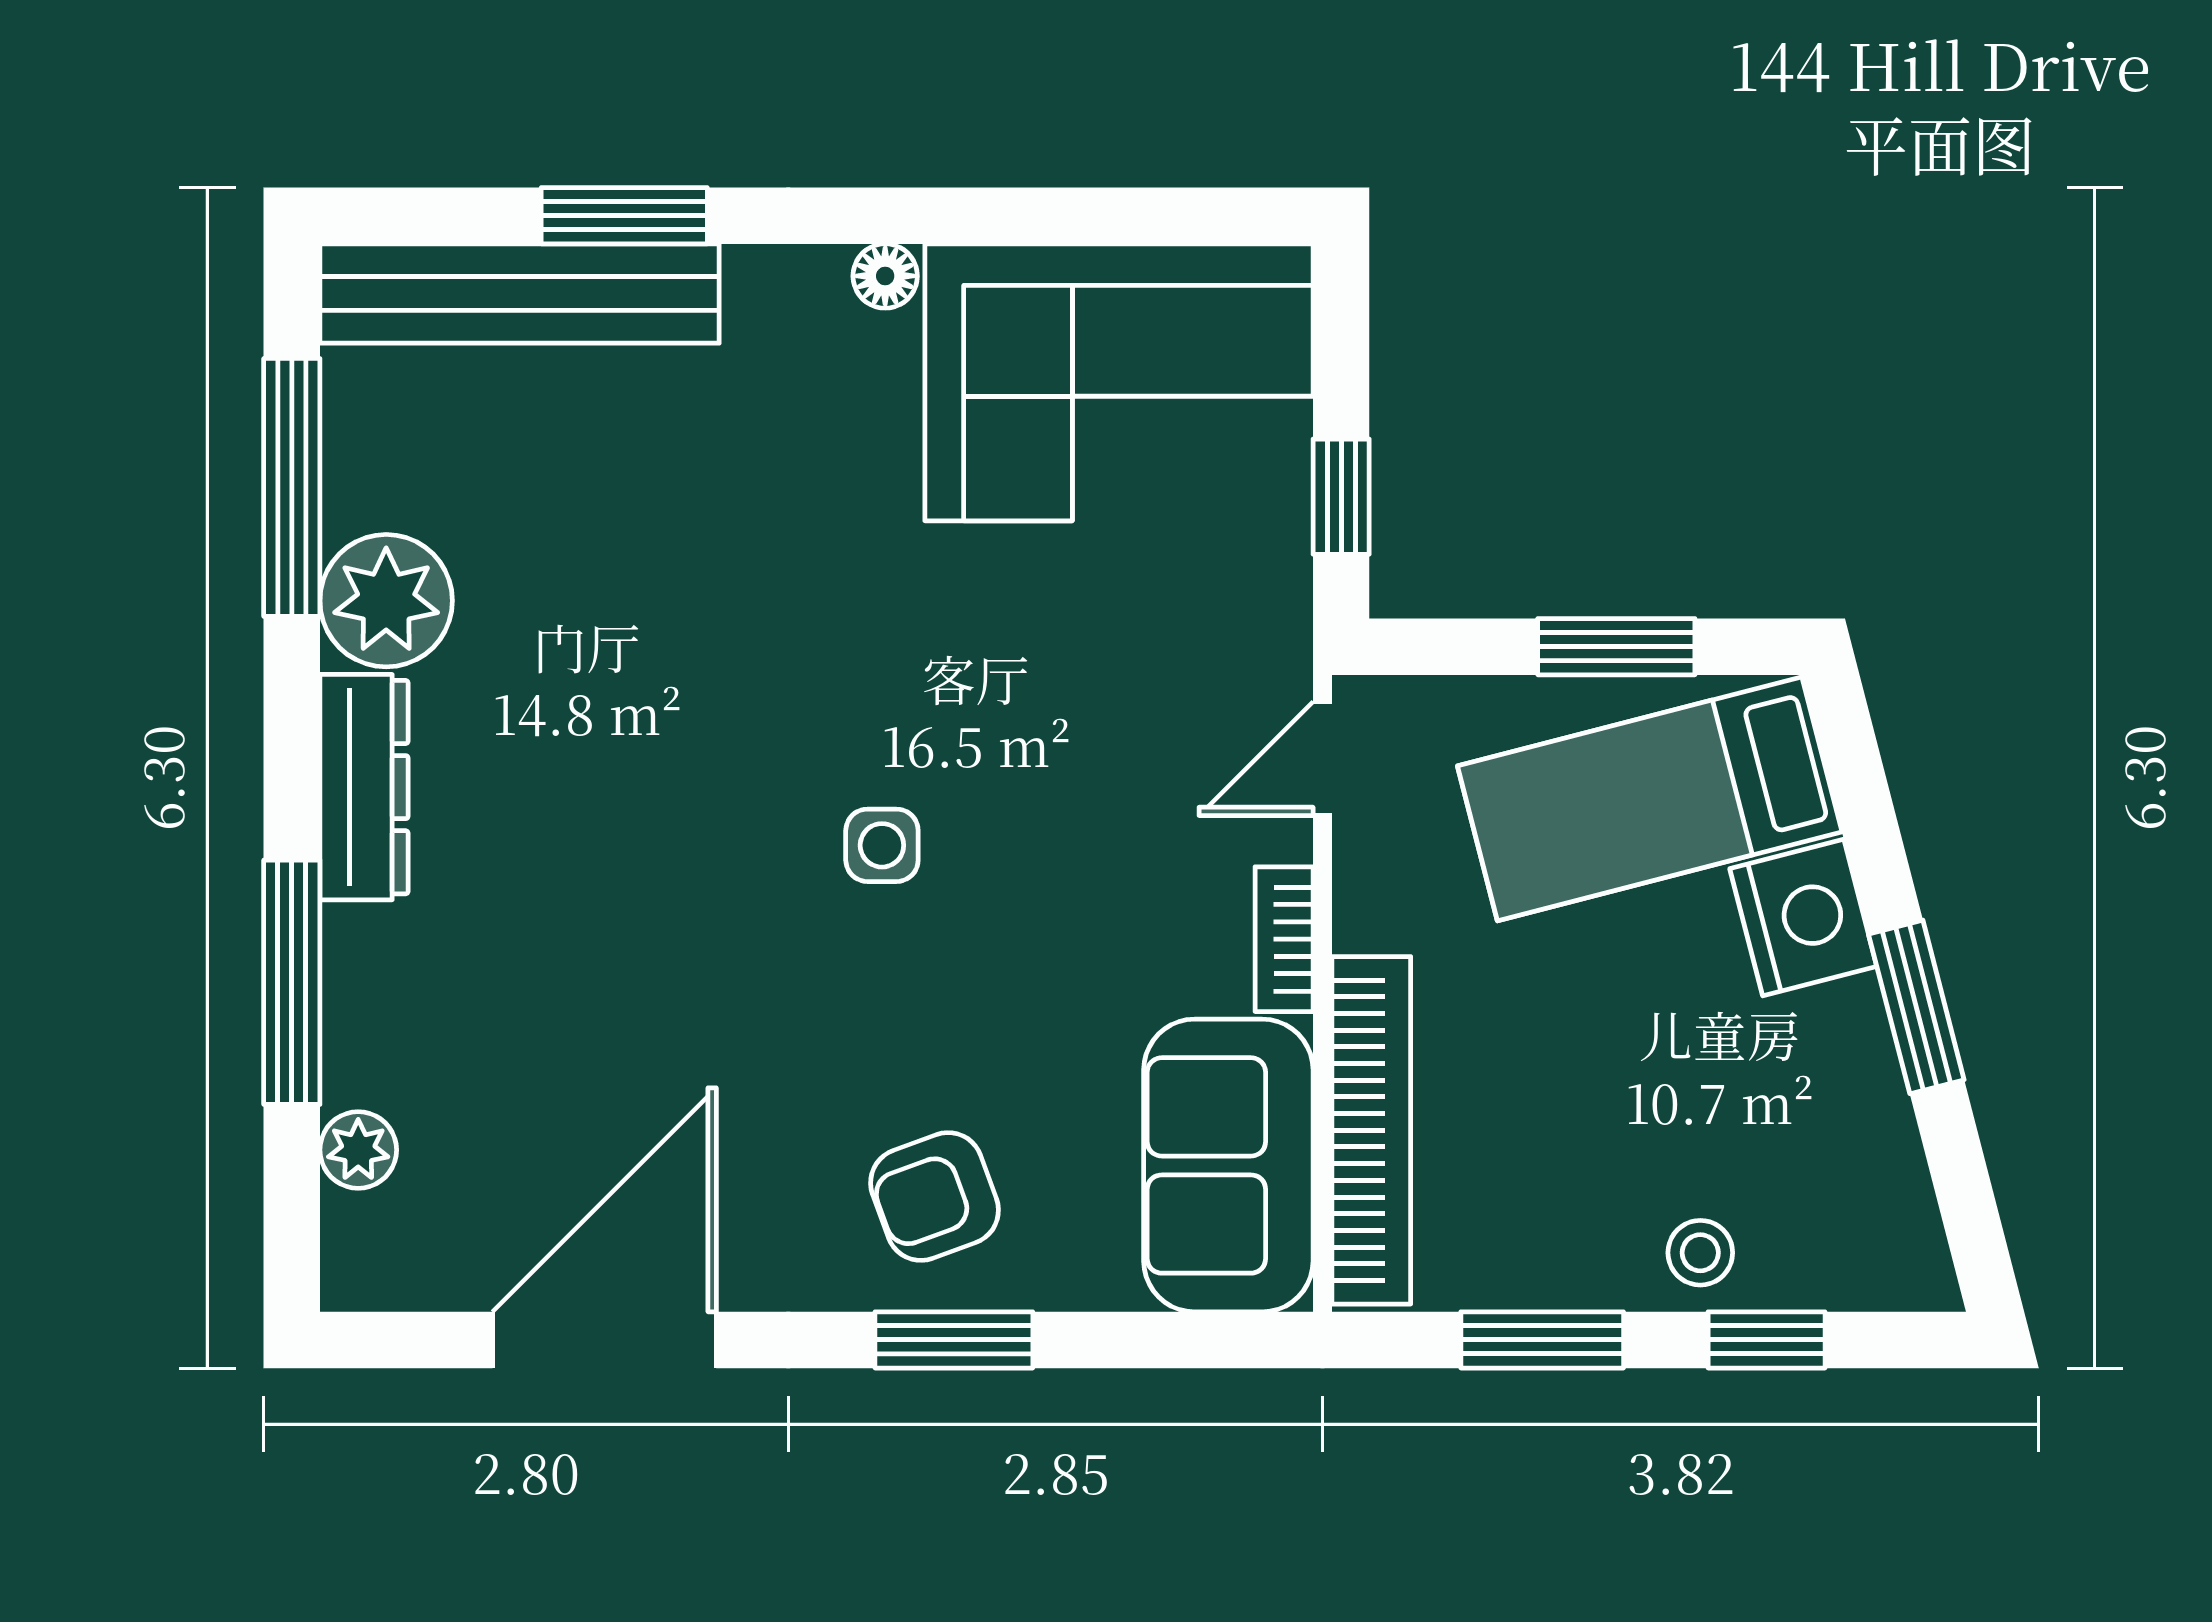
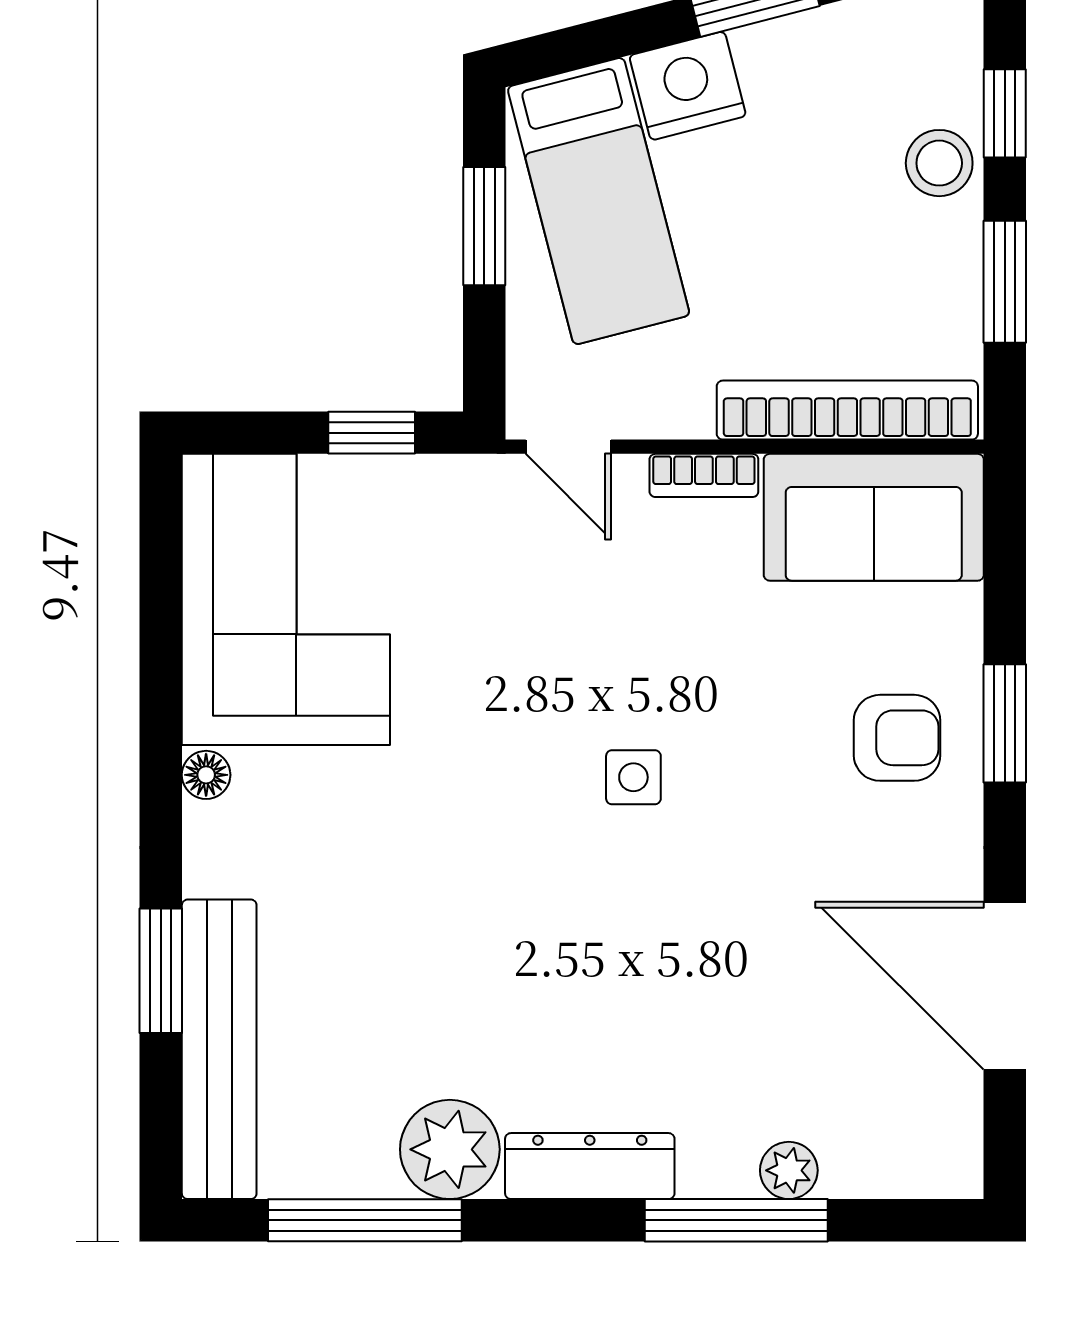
plant: (358, 1150) -> (789, 1170), moved
armchair: (935, 1197) -> (897, 738), turned -70
stool: (1700, 1253) -> (939, 163), width x1.37, depth x1.37

